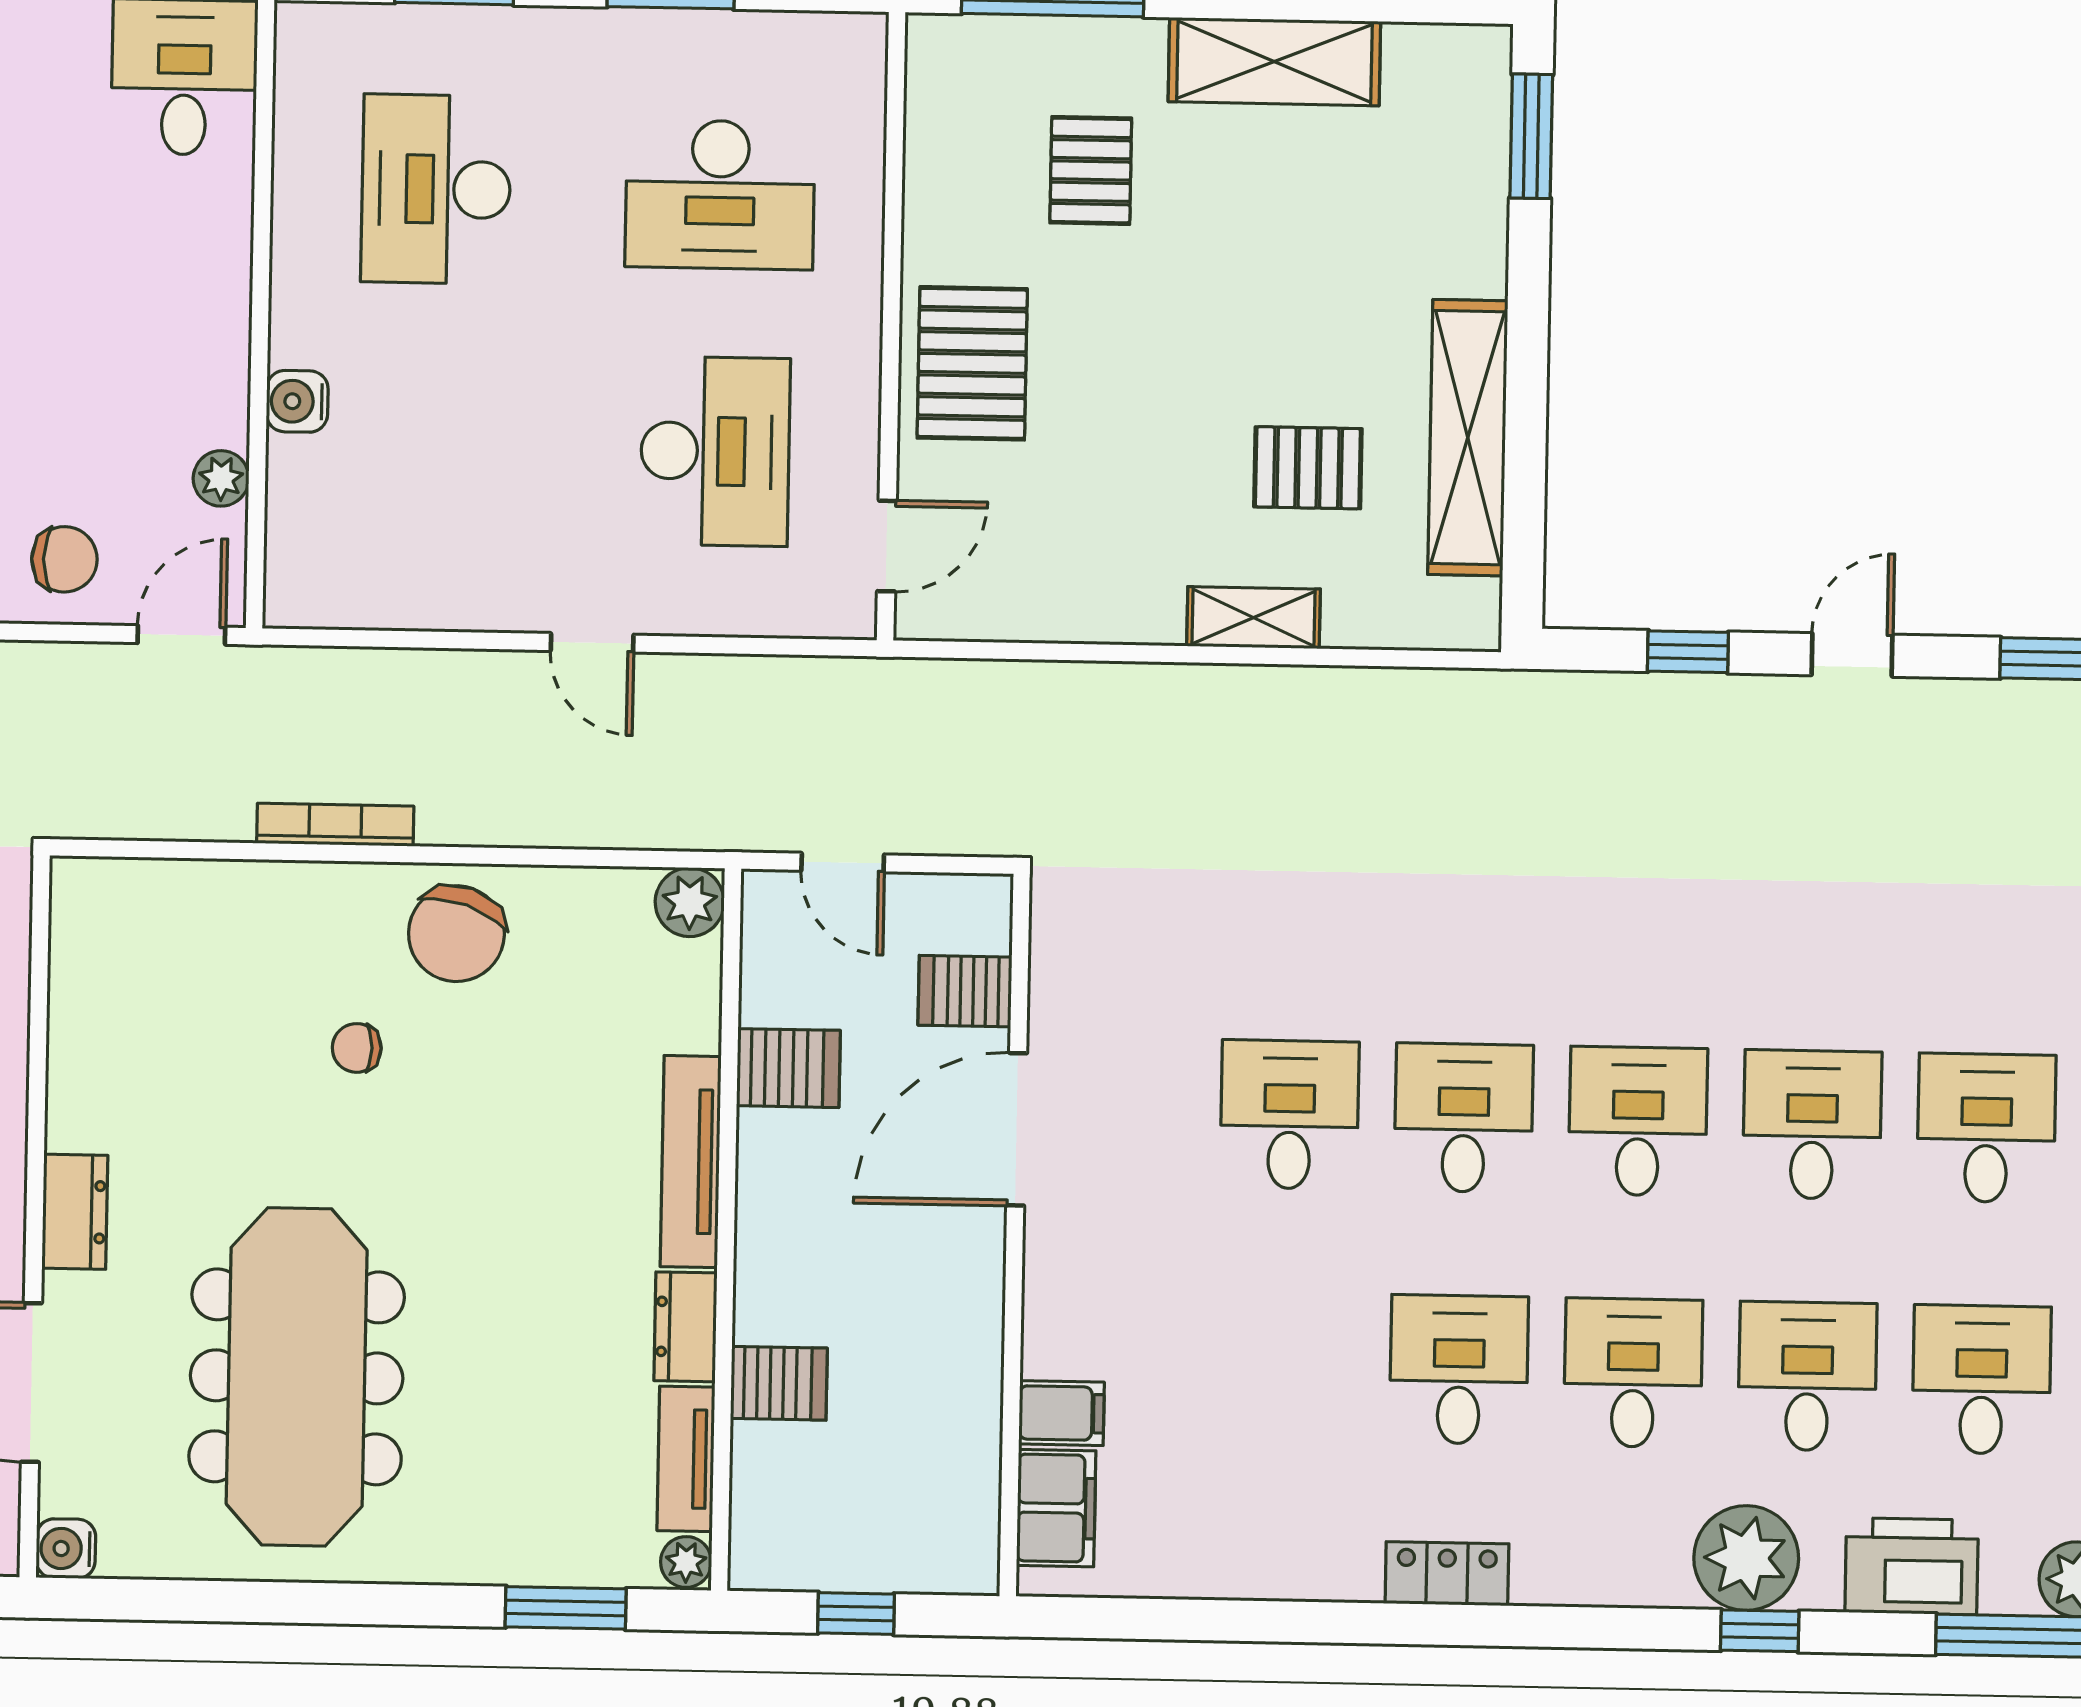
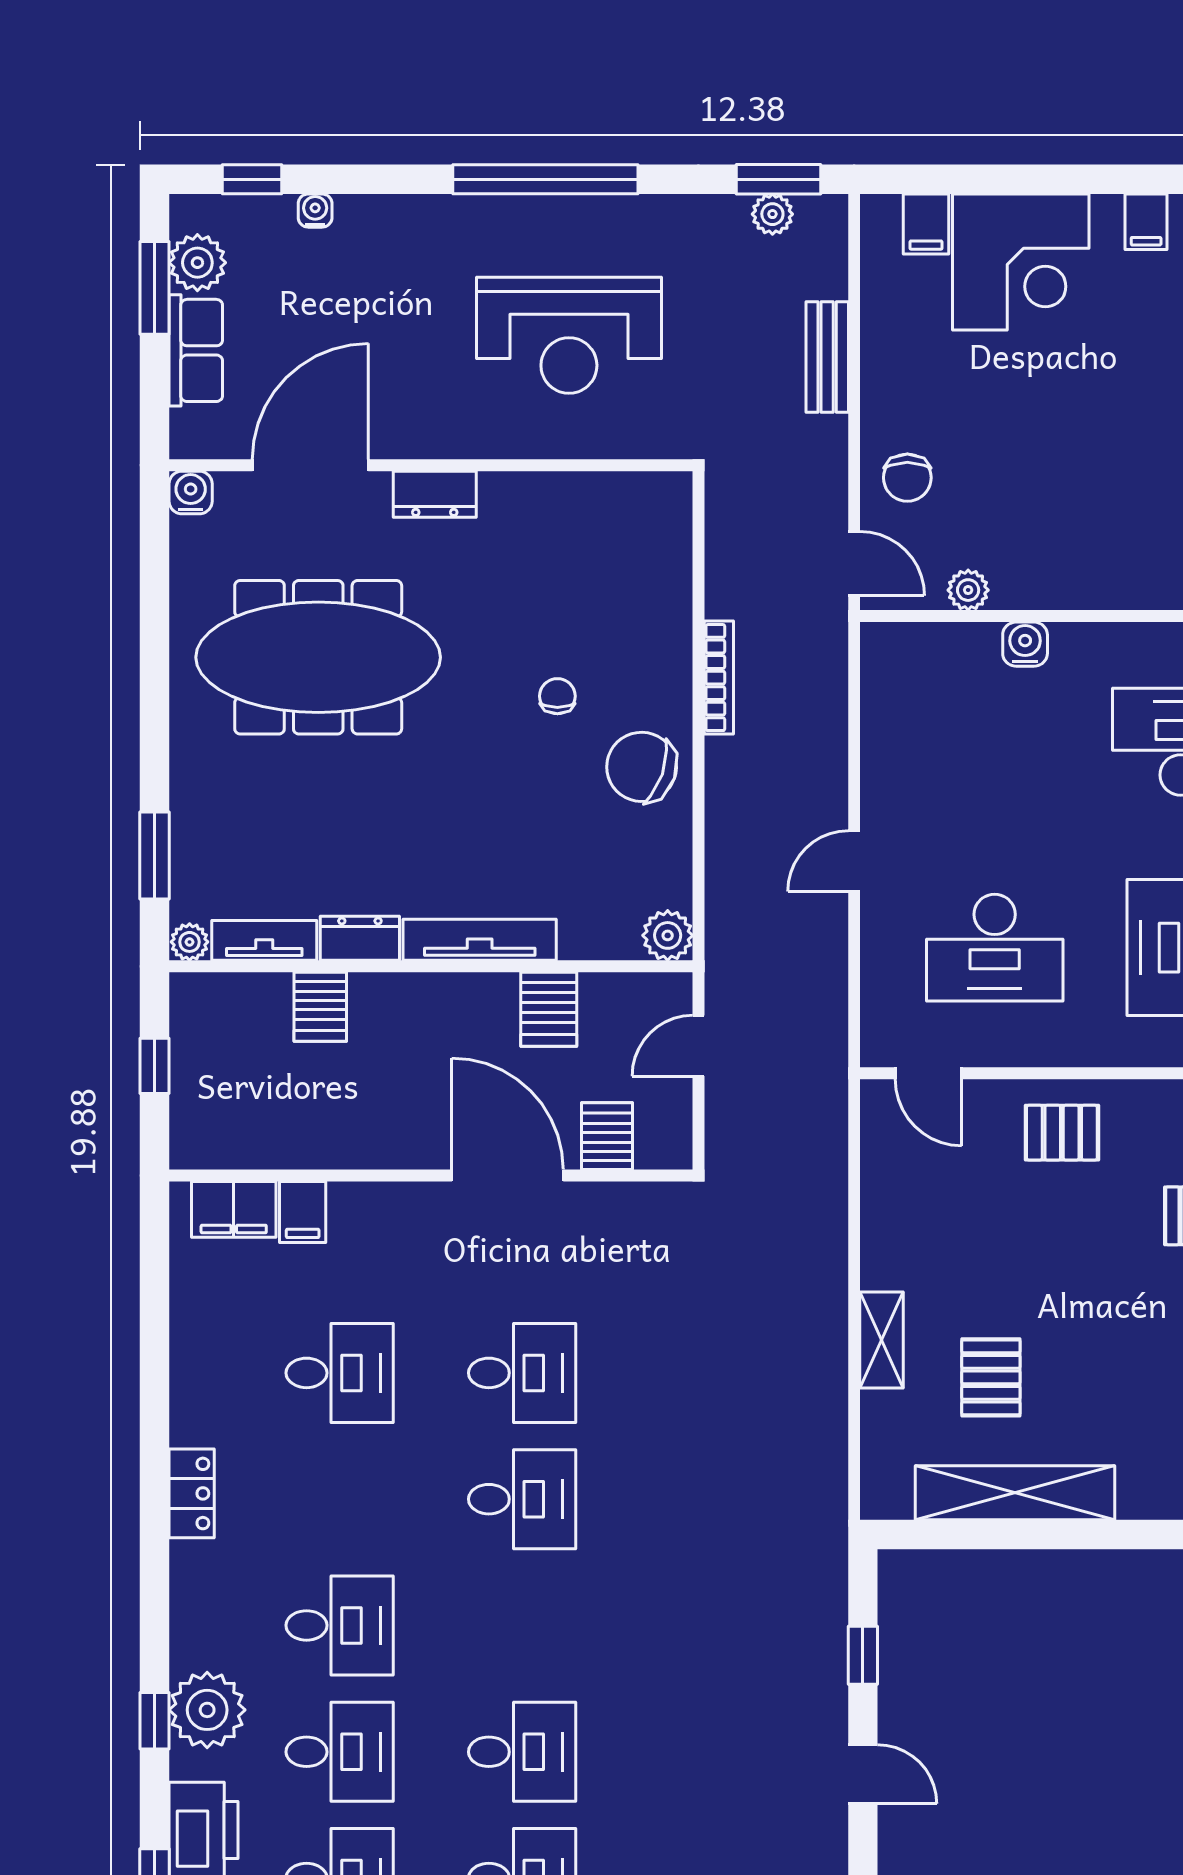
pallet: (972, 363) -> (1062, 1133), width x0.67, depth x0.71
desk: (1638, 1121) -> (522, 1625), removed
desk: (1459, 1370) -> (340, 1373), moved

